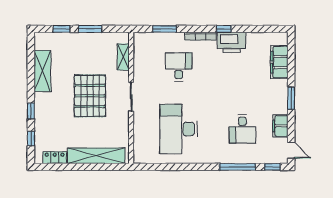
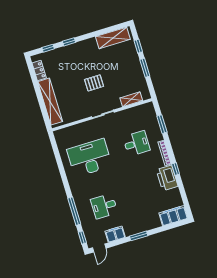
filing cabinet: (279, 62) -> (173, 216), moved
shelving: (42, 71) -> (113, 38), moved
pallet: (90, 96) -> (94, 83), width x0.49, depth x0.50

